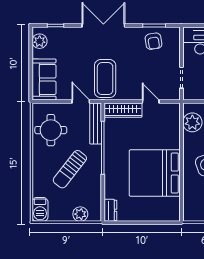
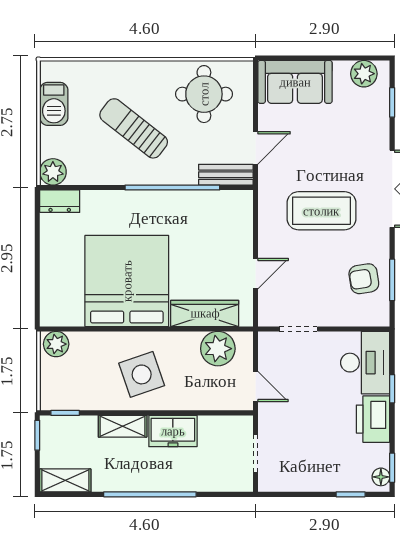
coffee table: (105, 79) -> (321, 211), moved
wardrobe: (123, 110) -> (205, 313), moved, turned 90
bench: (96, 123) -> (226, 175), width x0.73
barbecue: (40, 209) -> (54, 104), moved, turned -90
plant: (190, 212) -> (56, 344), added
plant: (80, 214) -> (53, 172), moved

